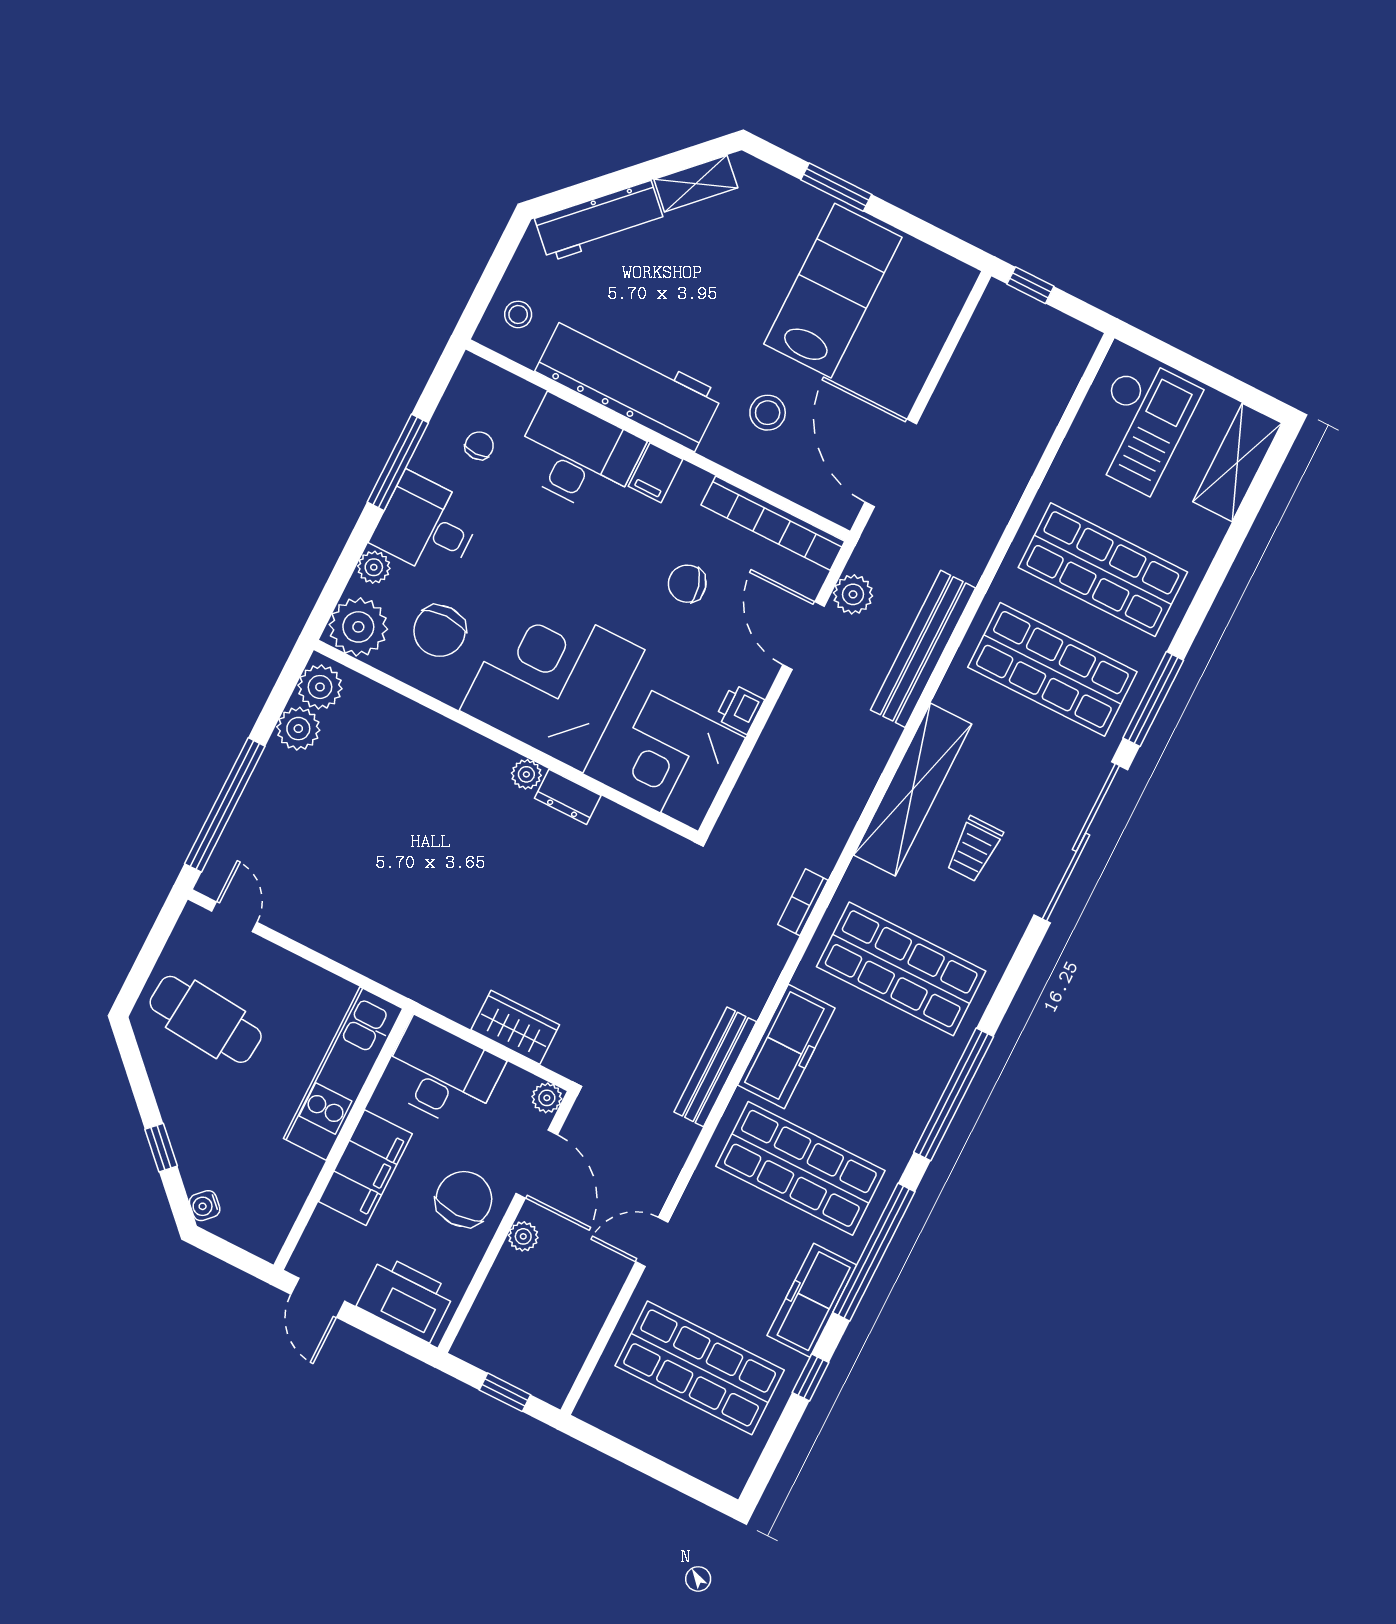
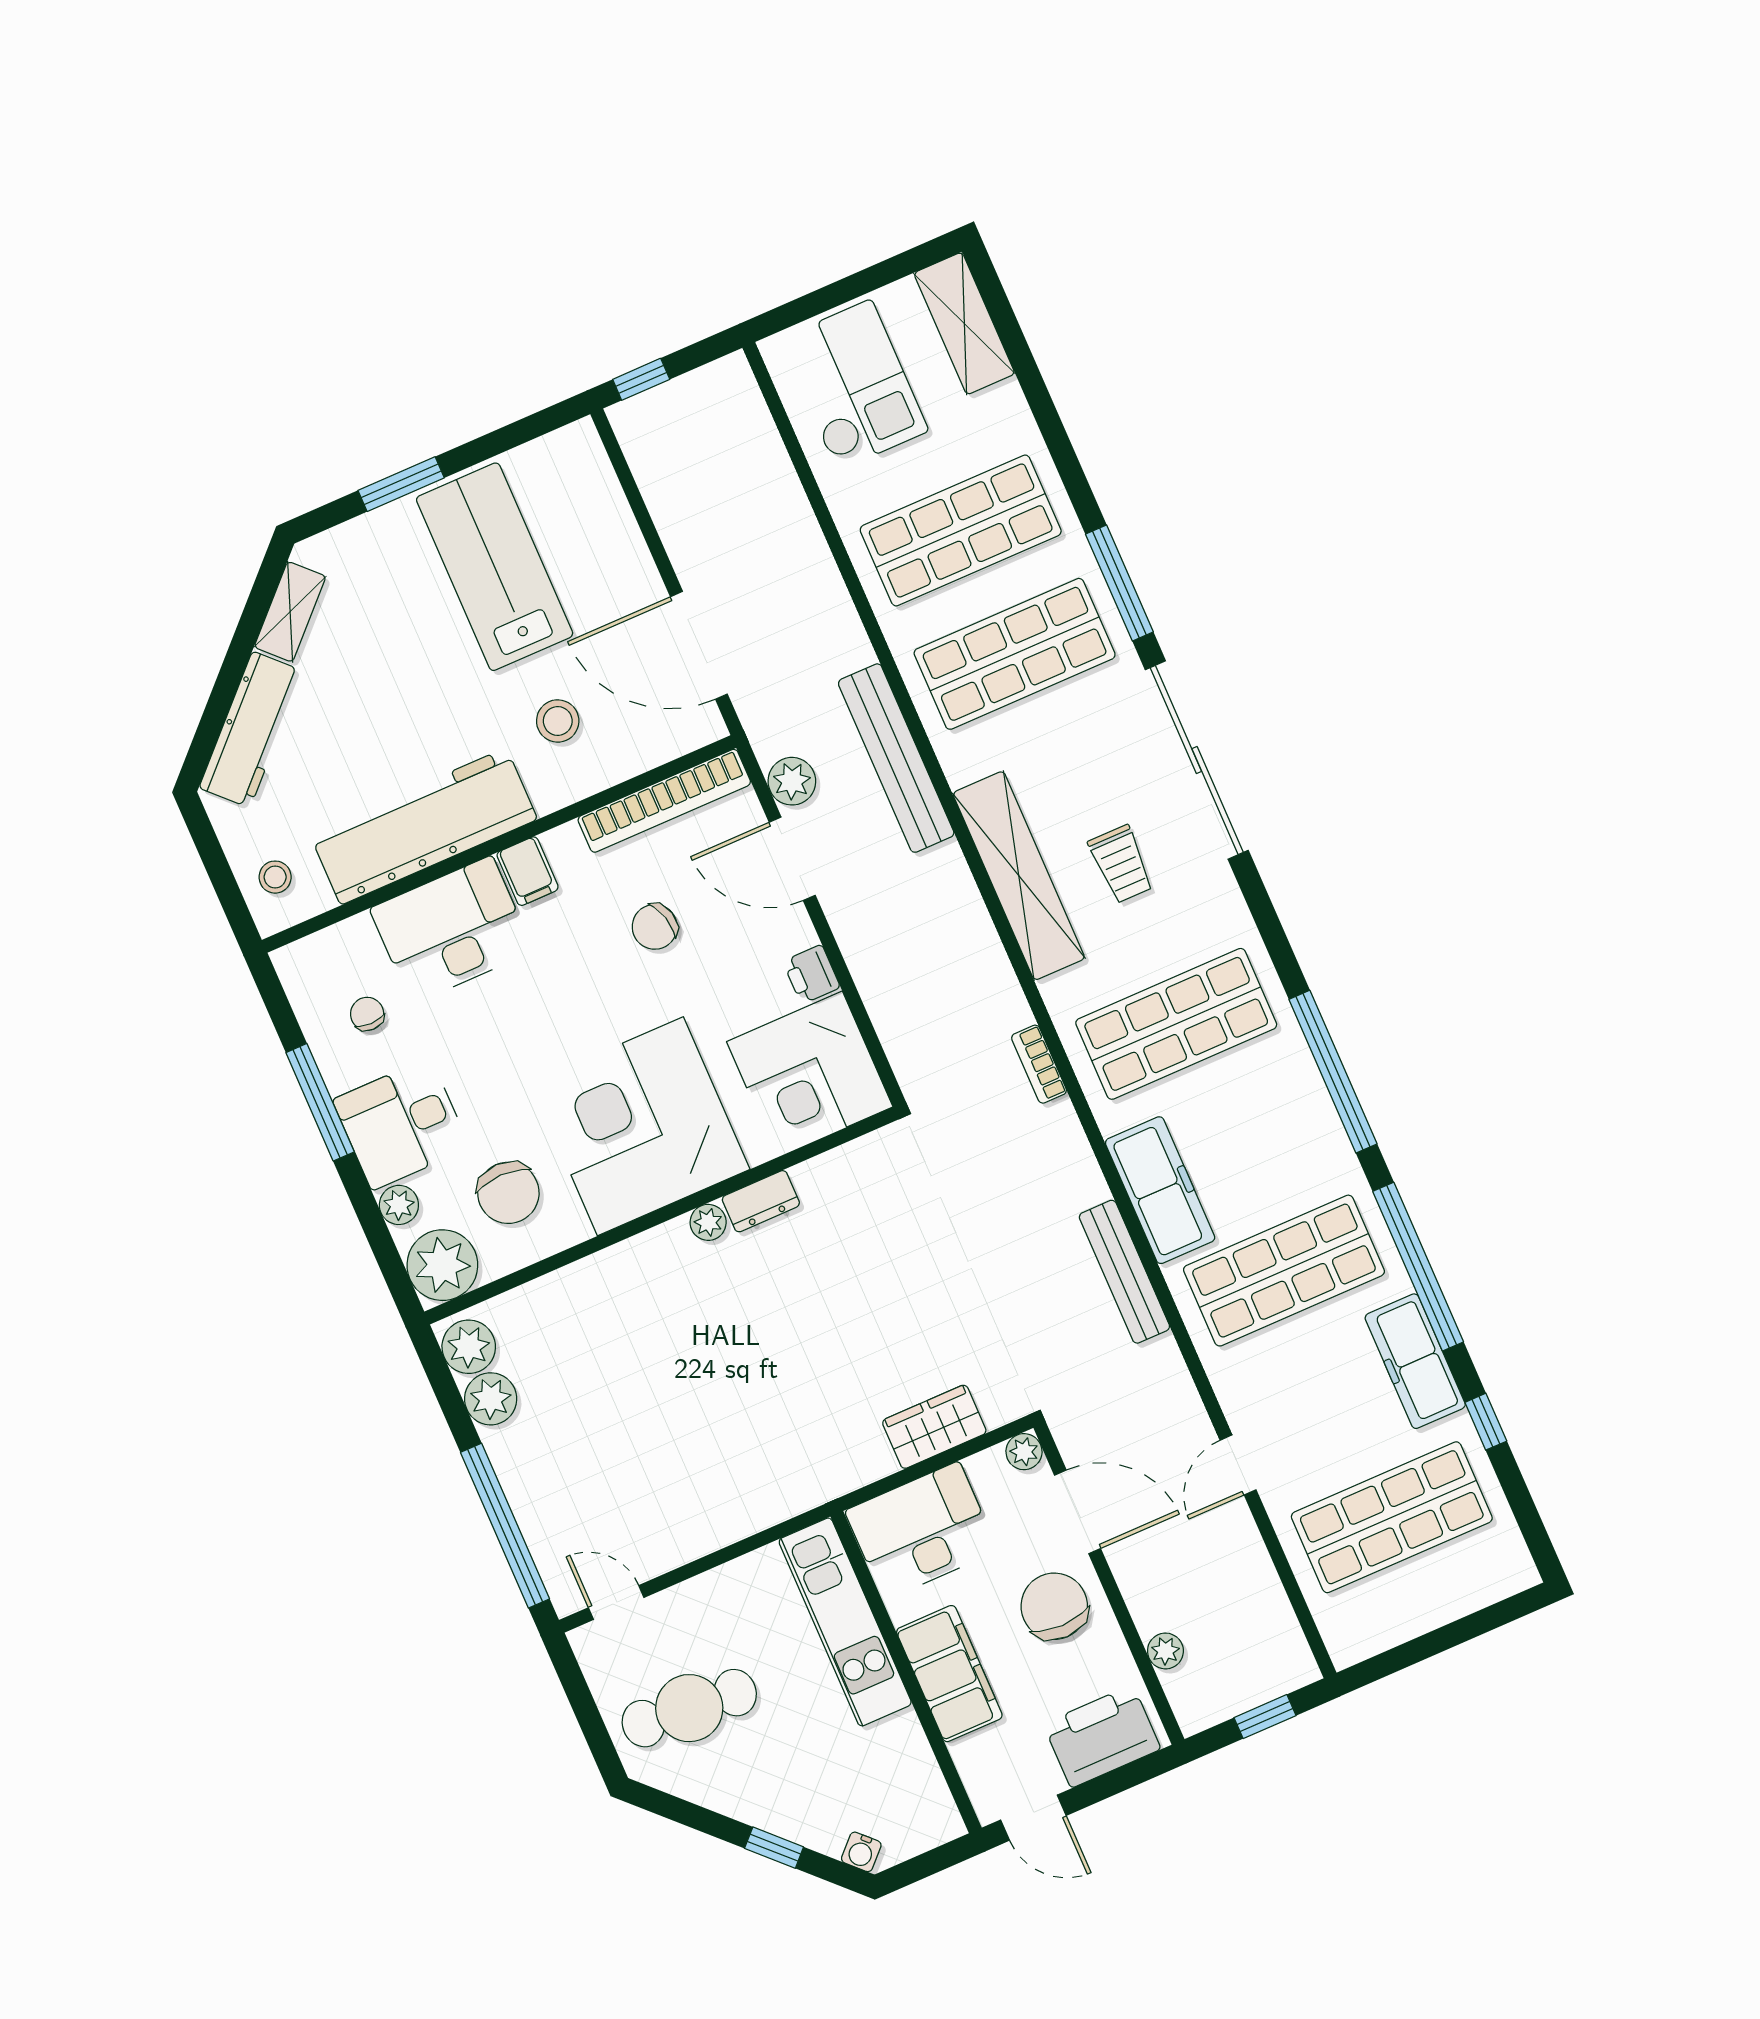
plant: (523, 1236) -> (1165, 1651), moved

